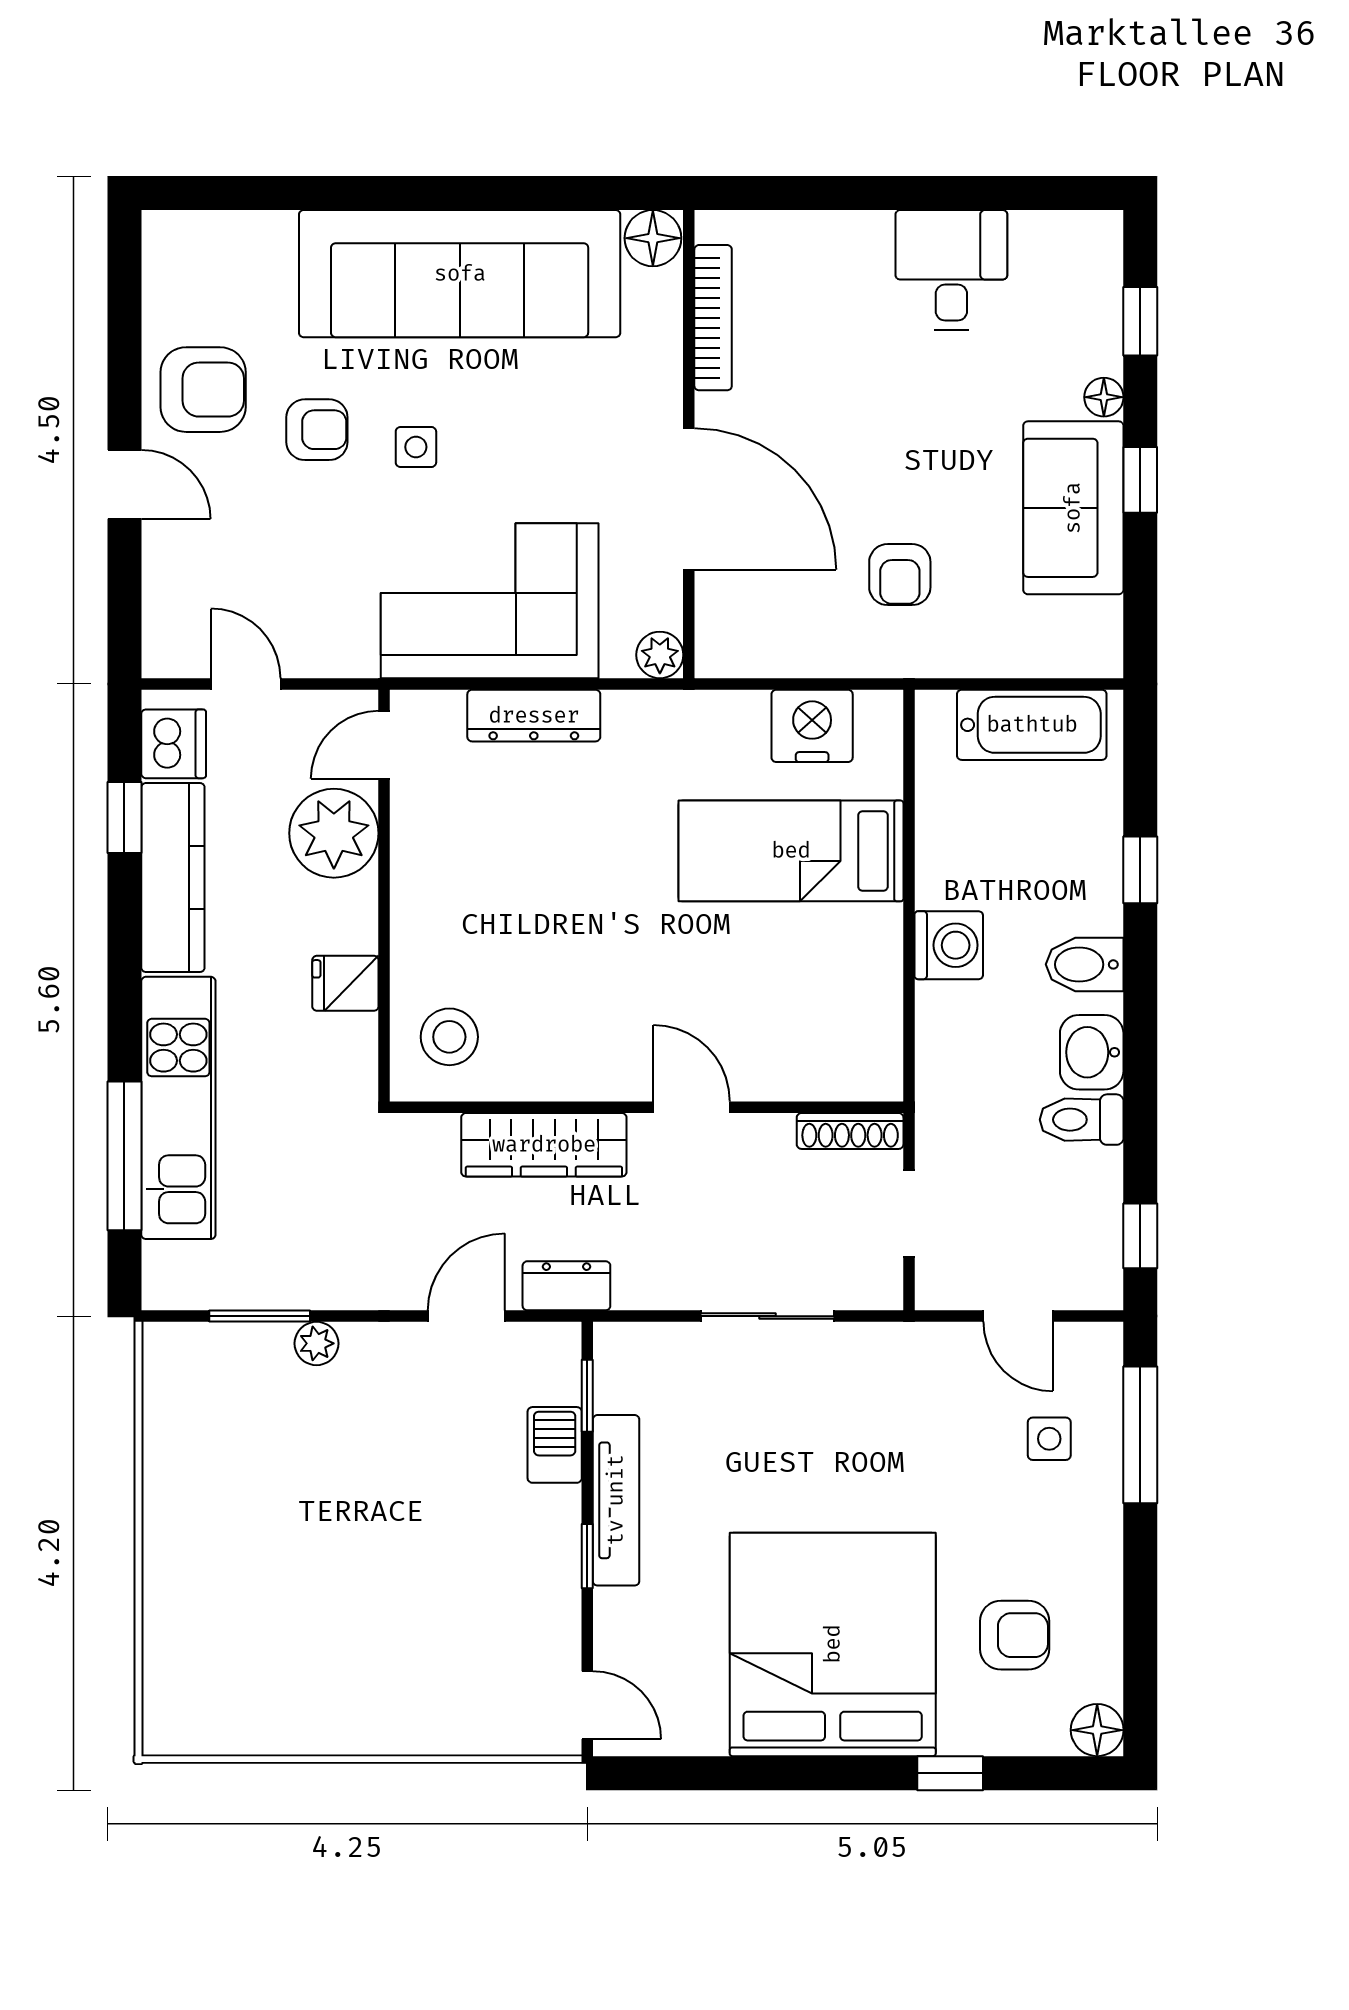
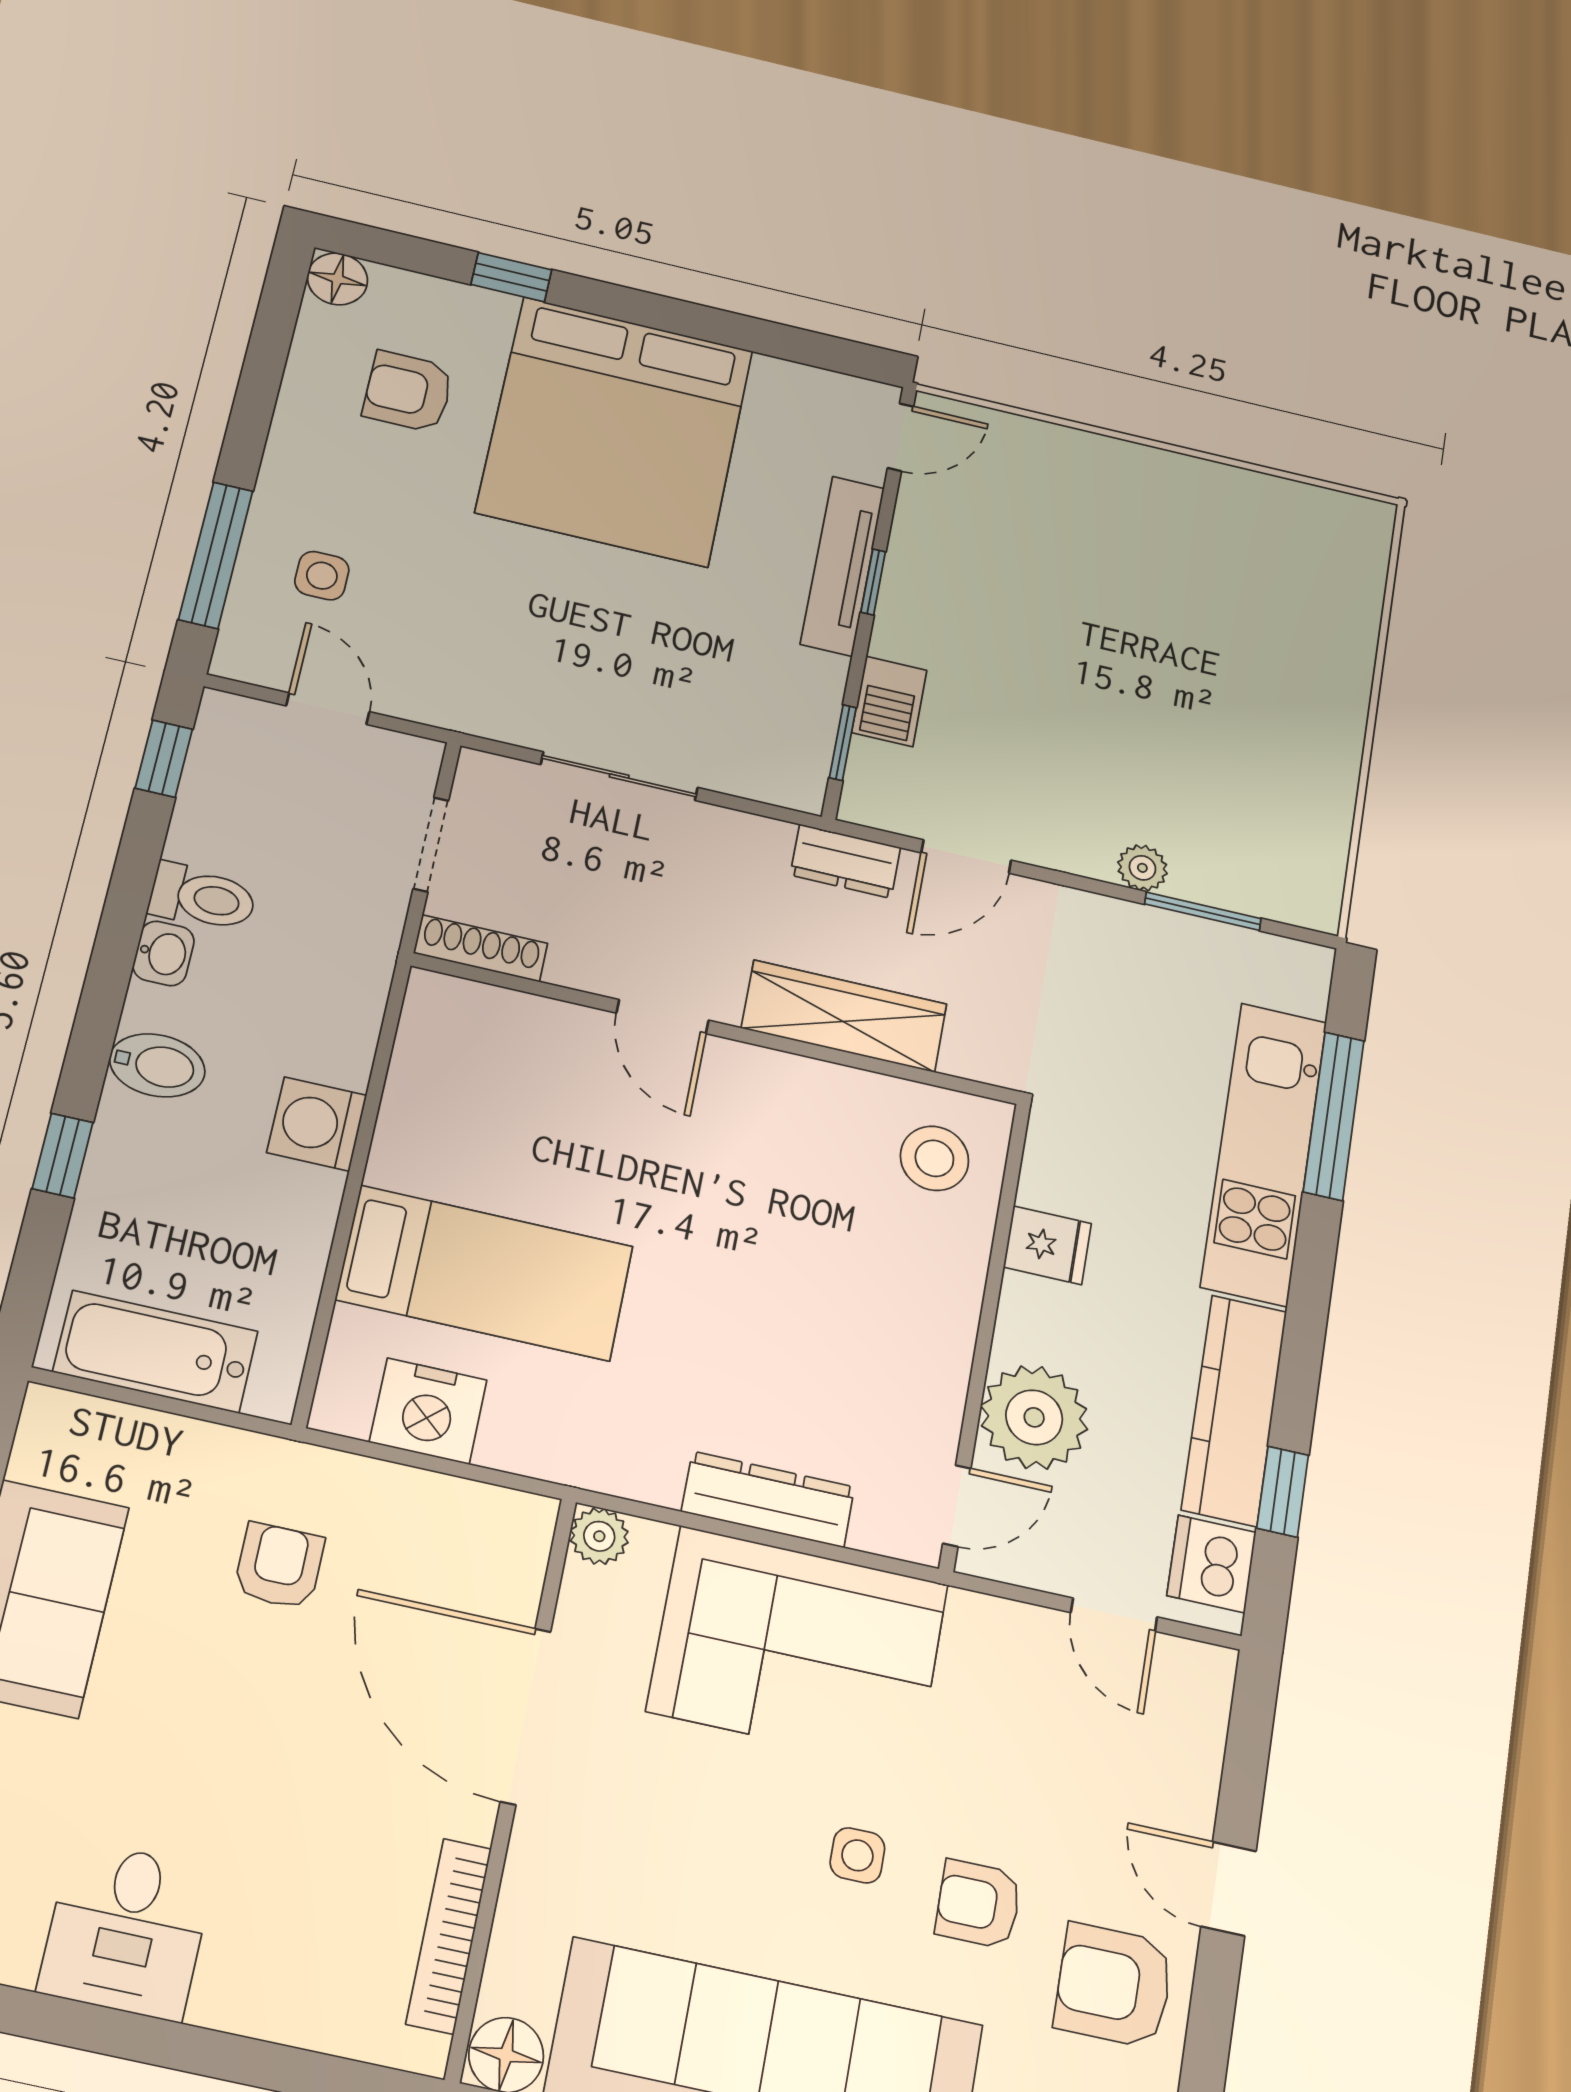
washbasin: (1092, 1052) -> (164, 953), width x0.72, depth x0.69
tv unit: (616, 1500) -> (842, 566), moved
door: (587, 1705) -> (901, 437), swing flipped

